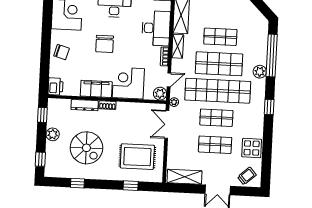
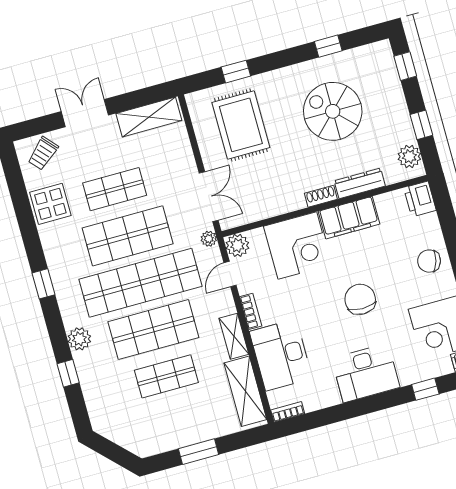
window: (272, 55) -> (68, 373), width x0.32
window: (42, 115) -> (421, 125), moved
shop shelf: (216, 118) -> (128, 236), width x1.43, depth x1.36
plant: (53, 134) -> (409, 156), moved
rug: (137, 157) -> (241, 125), turned 90

